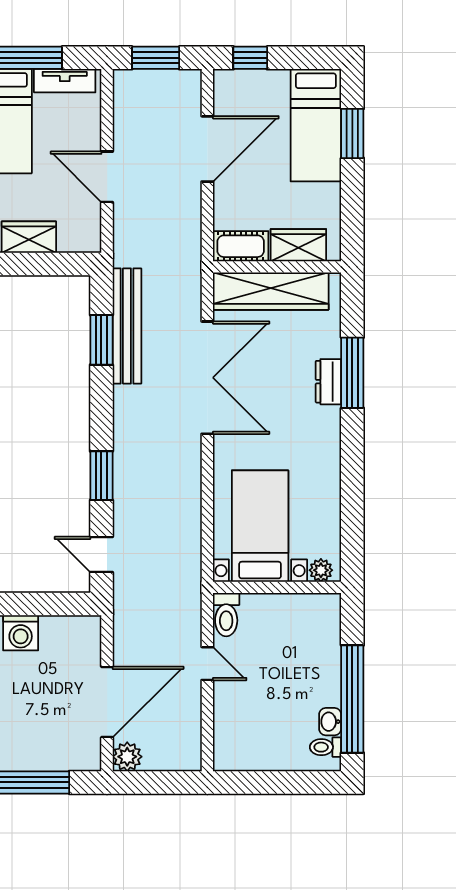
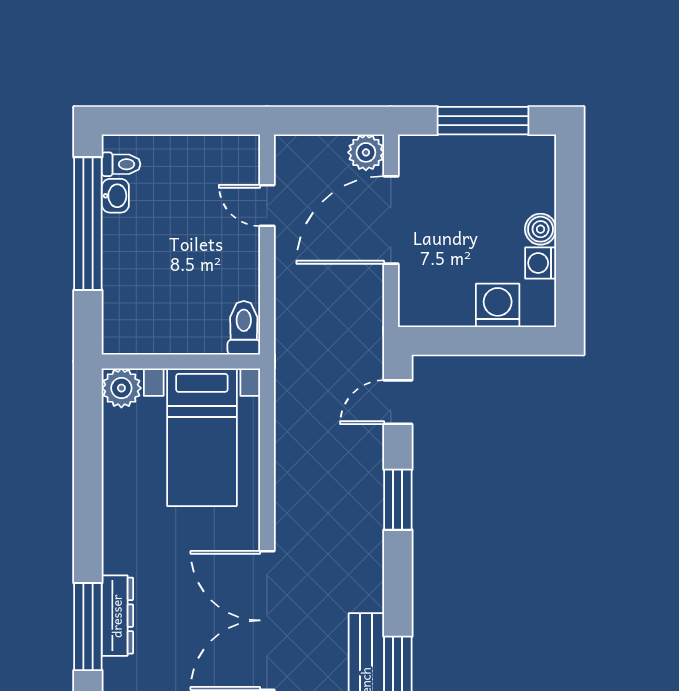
dresser: (328, 382) -> (117, 616), width x1.44
door: (101, 554) -> (398, 402), swing flipped
plant: (321, 570) -> (121, 388), width x1.38, depth x1.38
door: (207, 664) -> (267, 205), moved

